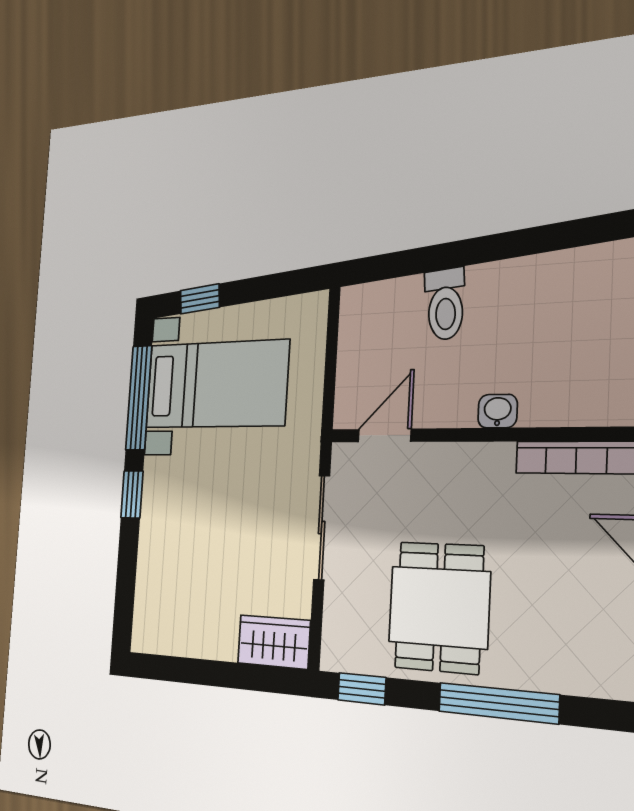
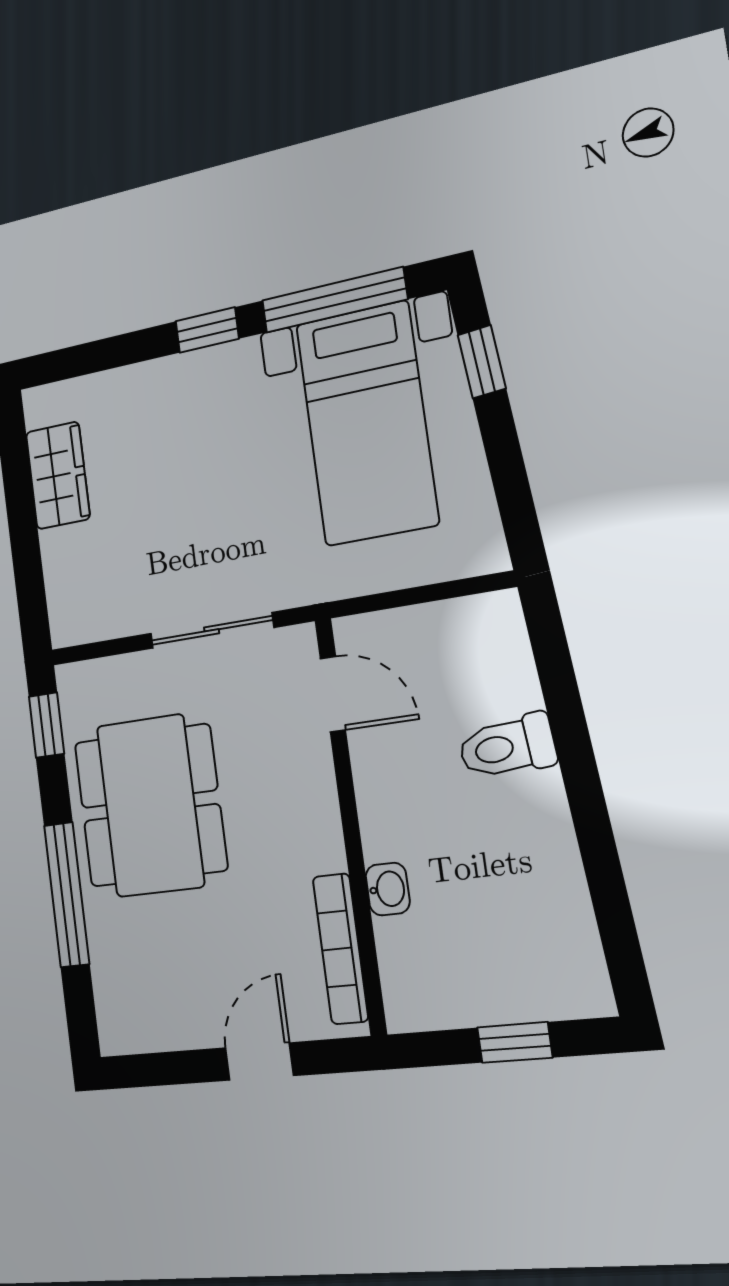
washbasin: (498, 411) -> (388, 889), moved
dining table: (439, 607) -> (150, 806), width x1.38
wardrobe: (274, 642) -> (58, 475), moved

